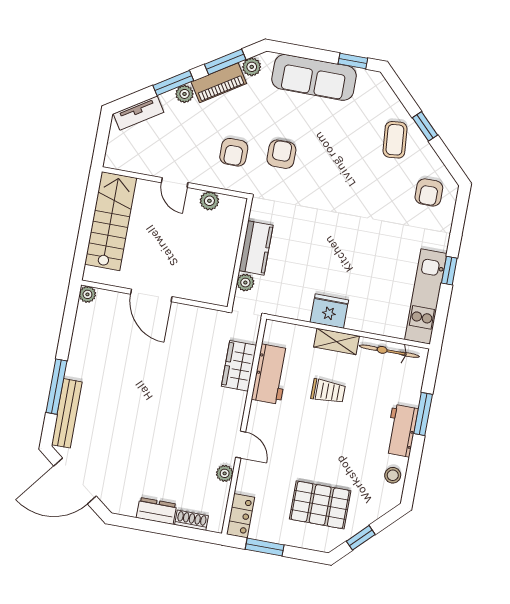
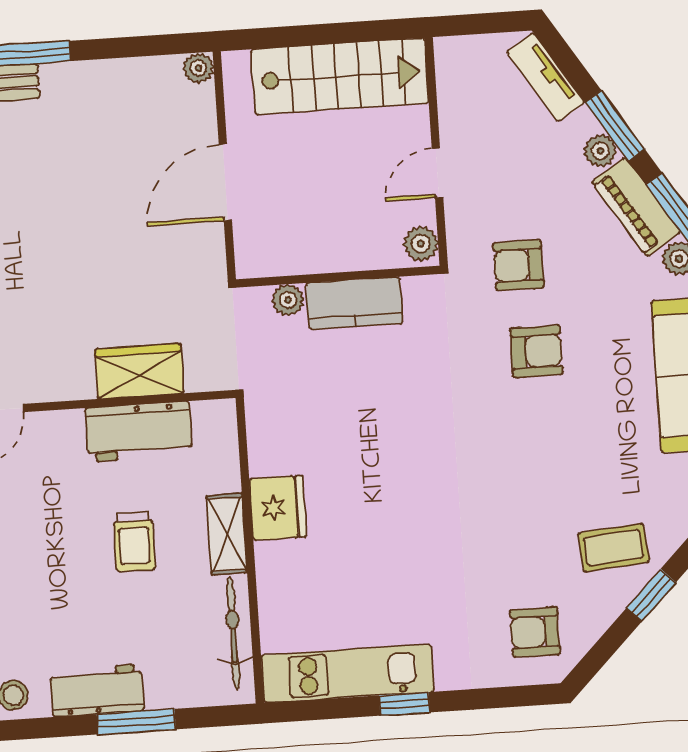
kitchen counter: (256, 248) -> (354, 303), moved
wall: (240, 253) -> (338, 277), moved
plant: (245, 283) -> (288, 300), moved

